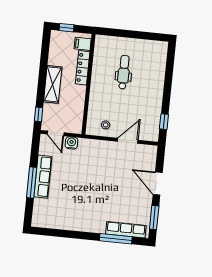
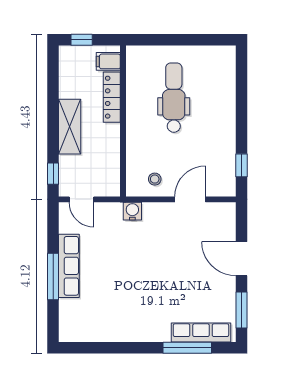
dental chair: (124, 72) -> (174, 98), width x1.36, depth x1.38
water cooler: (71, 143) -> (132, 211), moved

